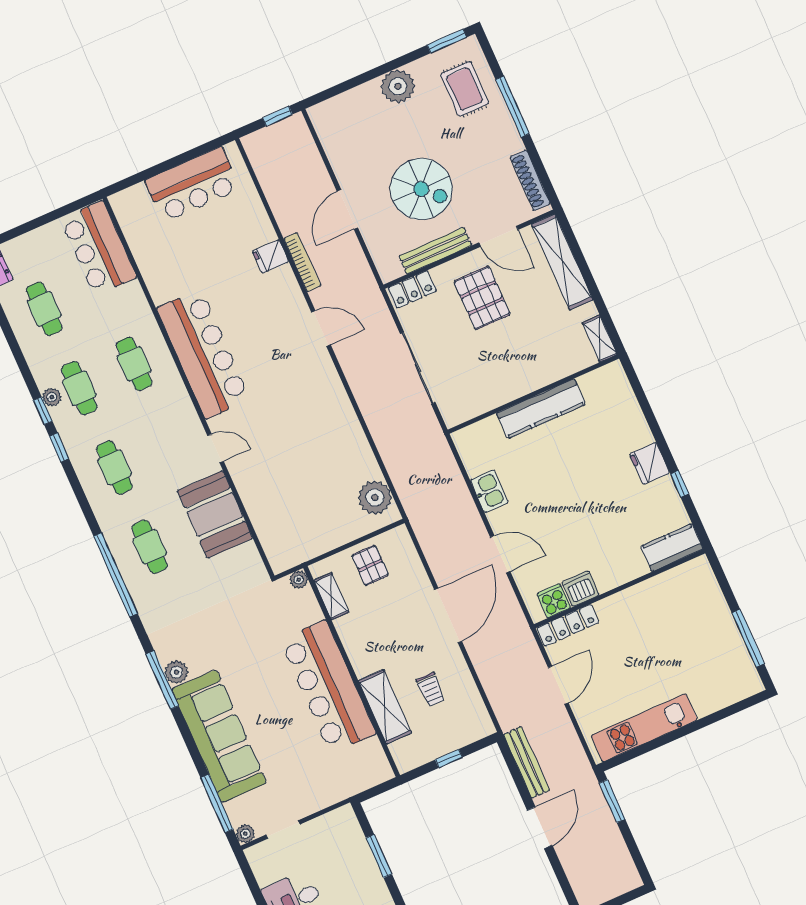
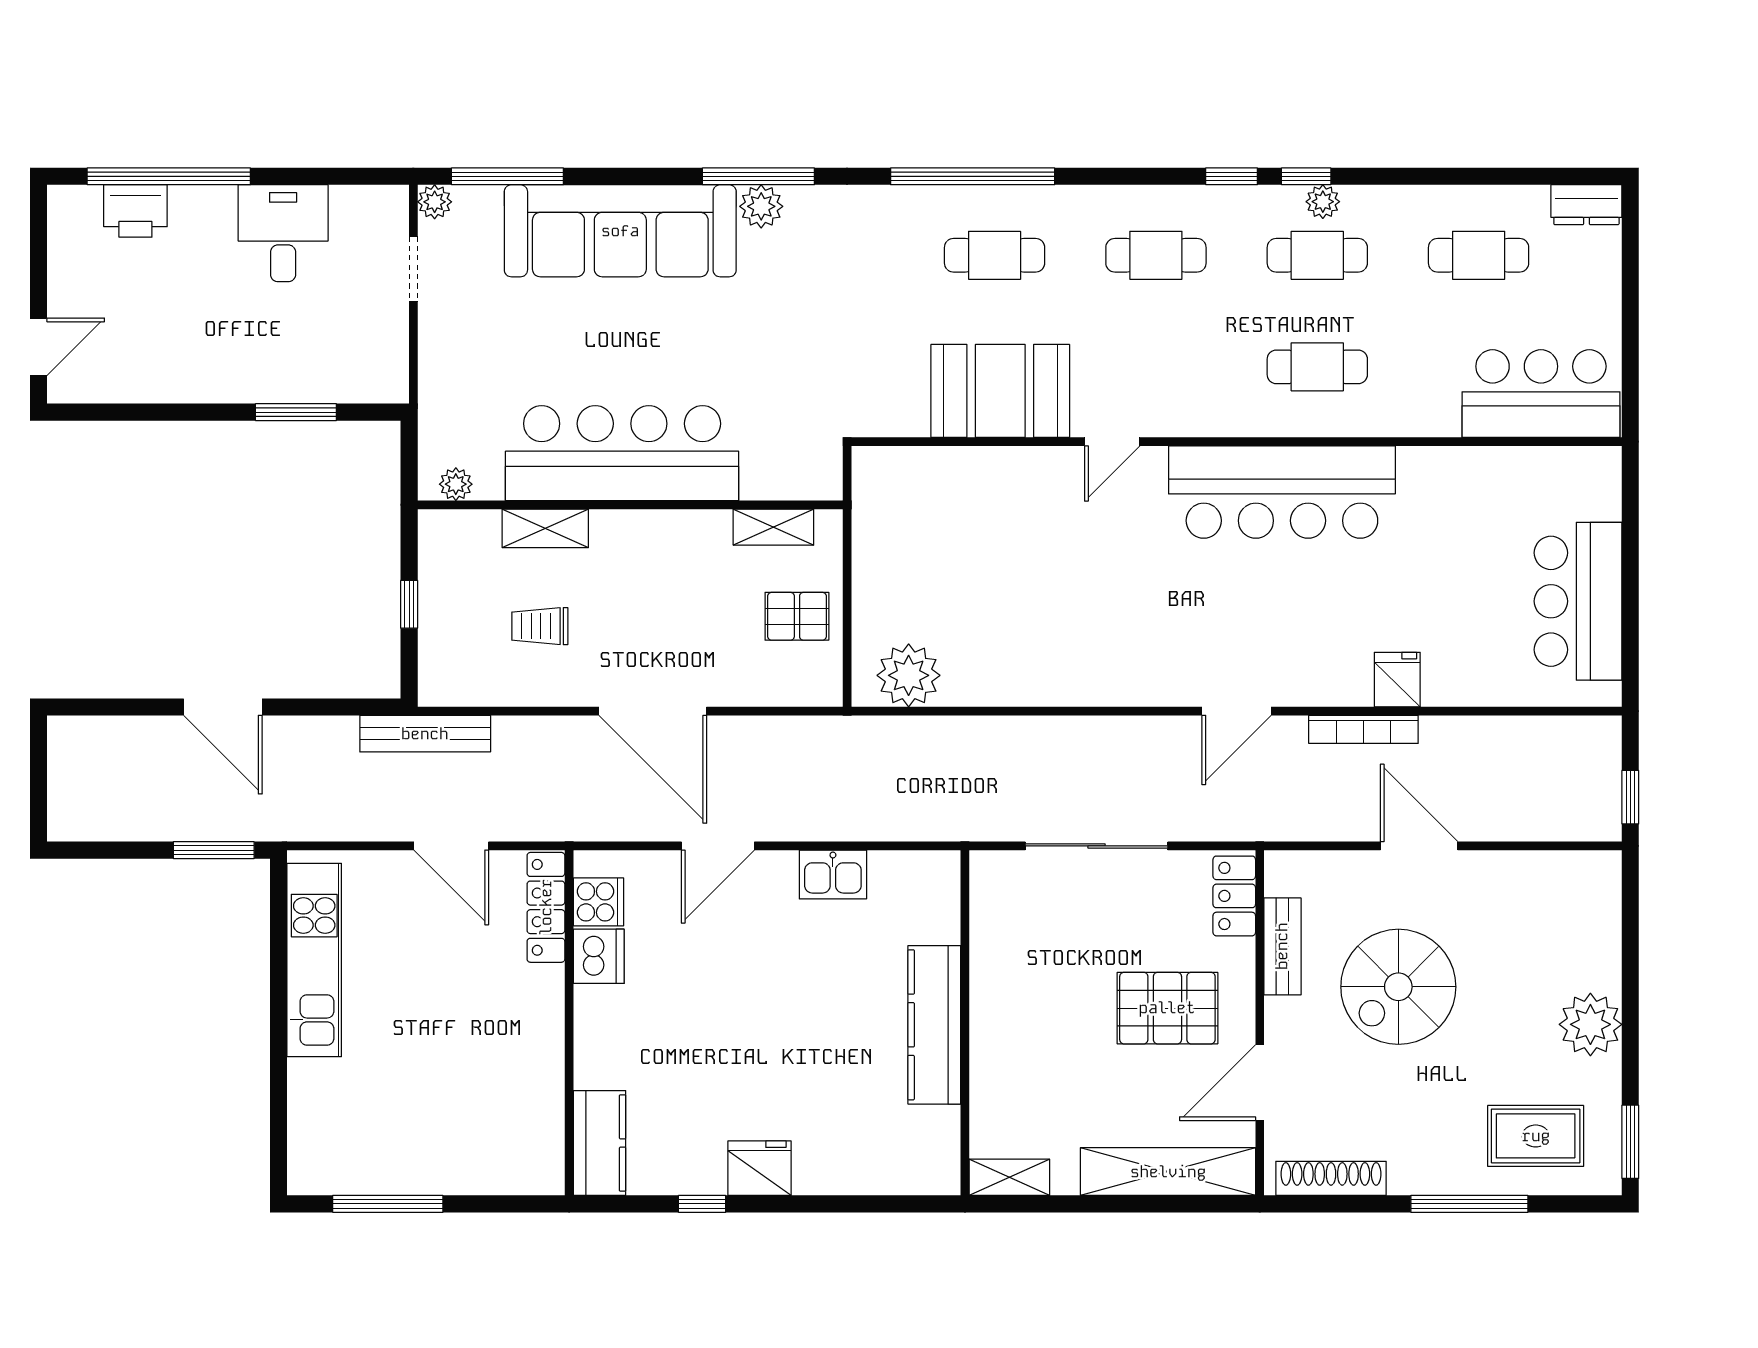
bench: (435, 251) -> (1282, 946), width x0.73
plant: (299, 580) -> (456, 484), moved
shelving: (385, 707) -> (545, 528), width x0.67, depth x0.75
bench: (526, 762) -> (425, 734), moved

